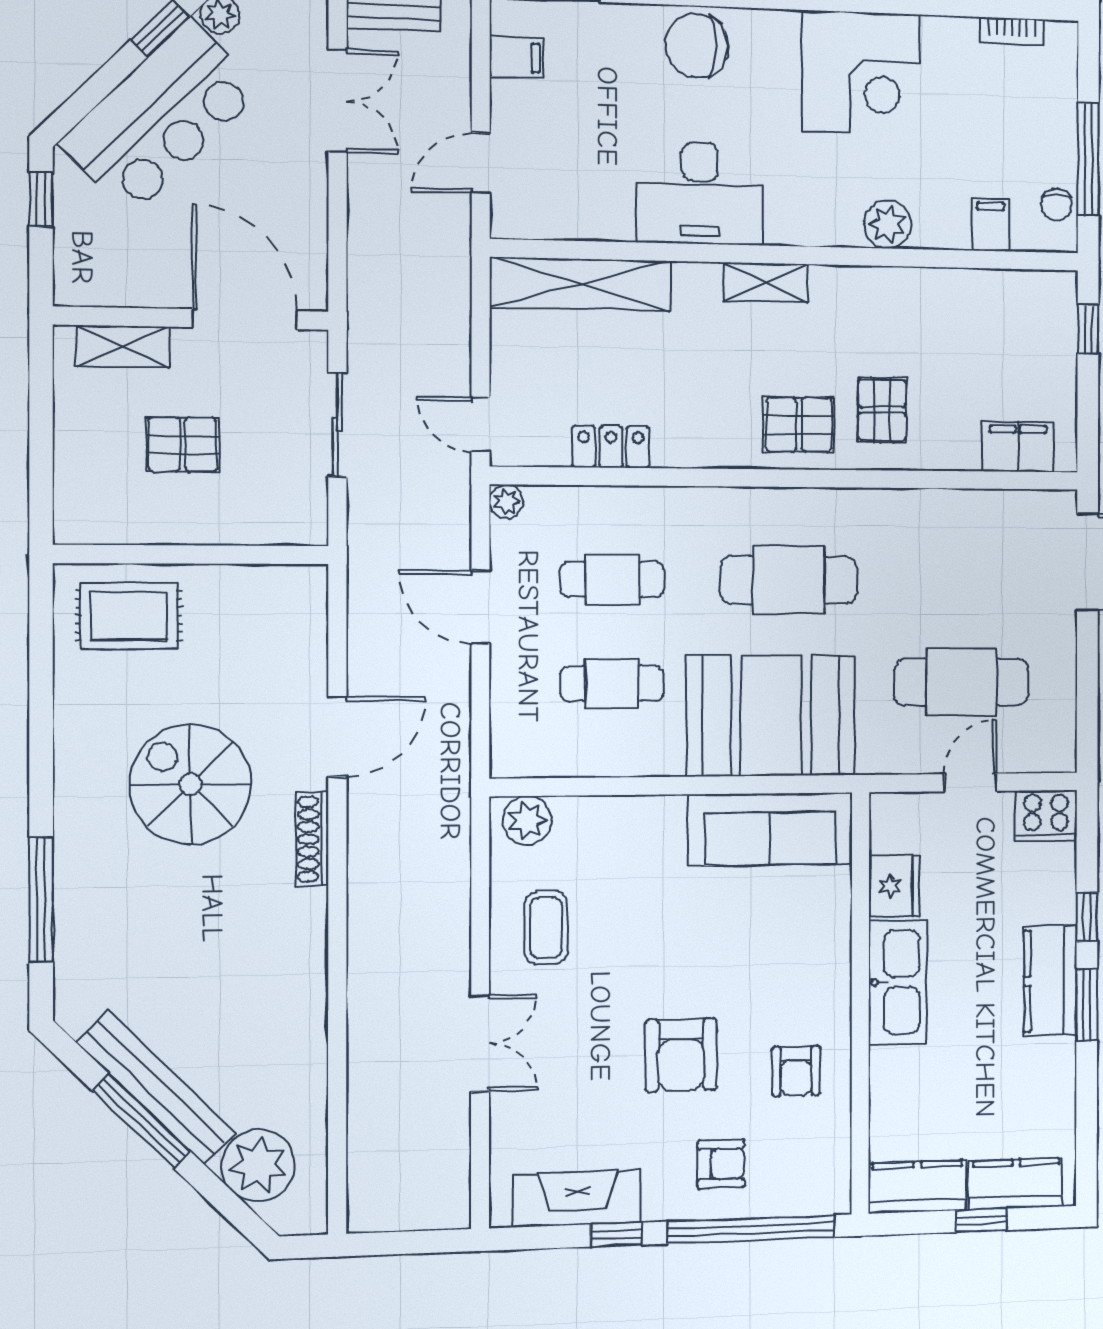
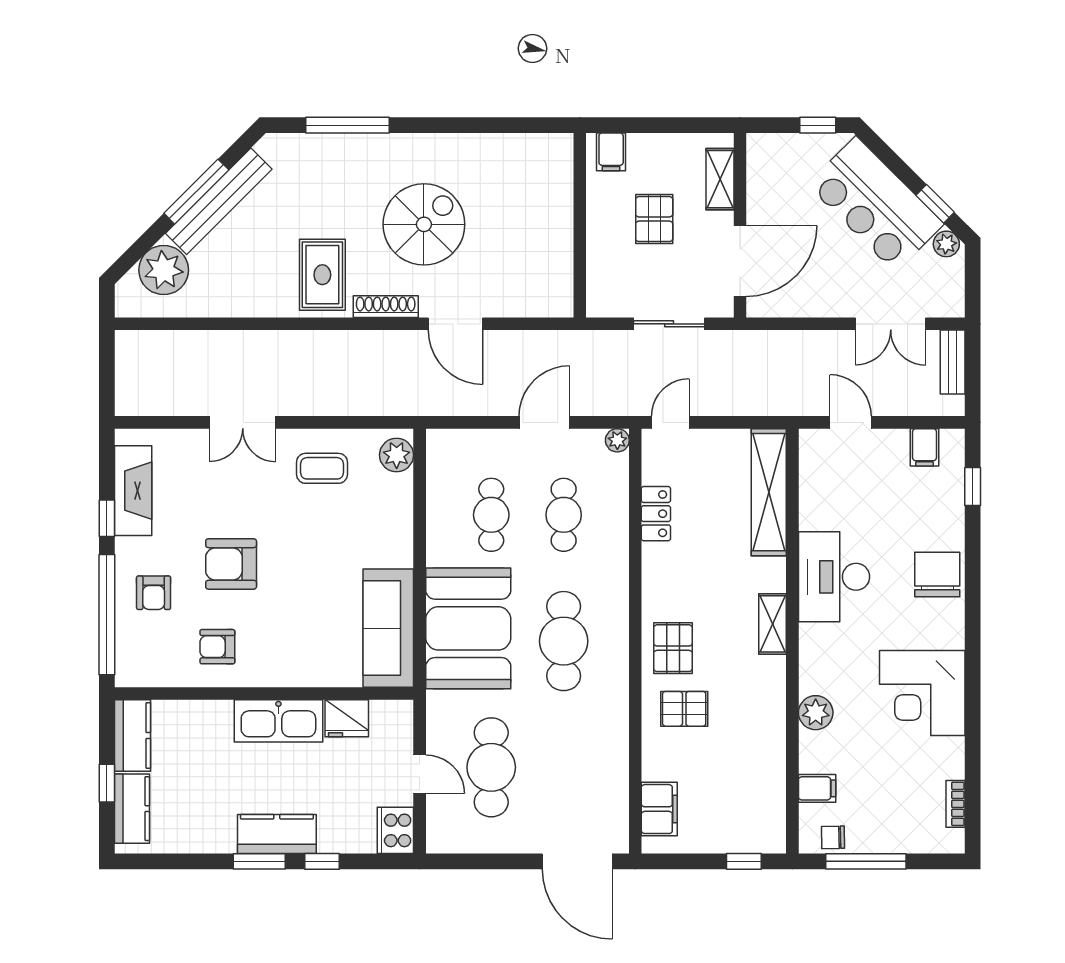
filing cabinet: (82, 508) -> (611, 152), added
rug: (129, 616) -> (322, 275), moved

